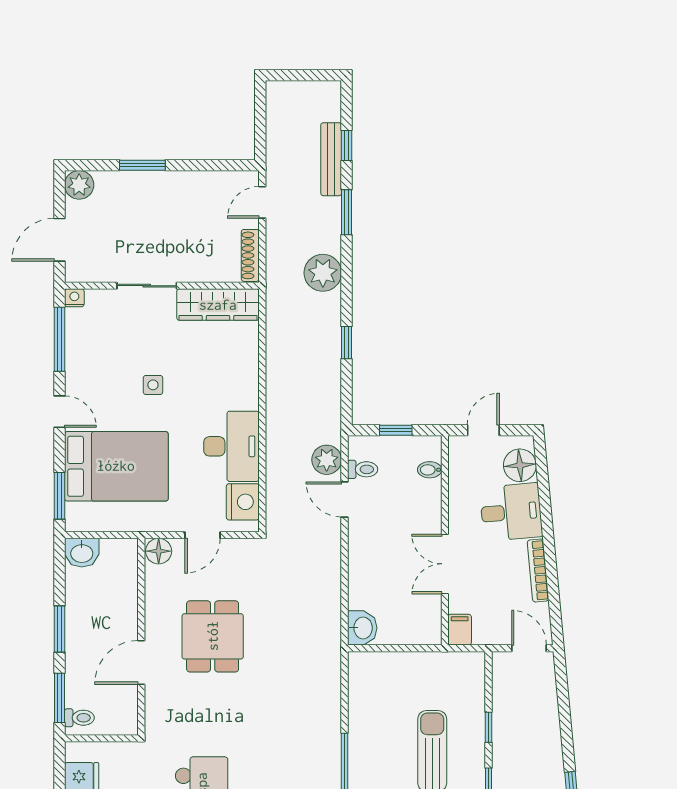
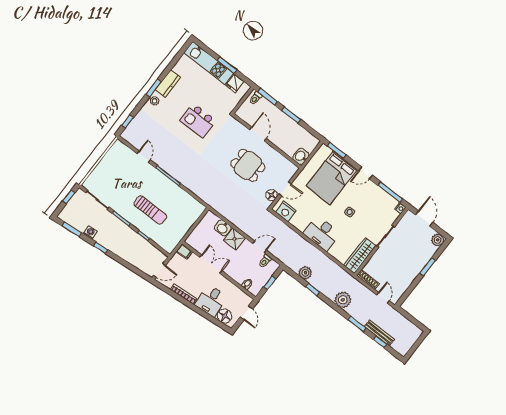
desk: (231, 446) -> (322, 233), moved
plant: (327, 460) -> (305, 273), moved
door: (203, 535) -> (285, 189), swing flipped
floor lamp: (159, 551) -> (272, 195), moved
washbasin: (82, 553) -> (301, 156), moved
shower: (366, 557) -> (234, 239), added
washbasin: (362, 628) -> (223, 228), moved

